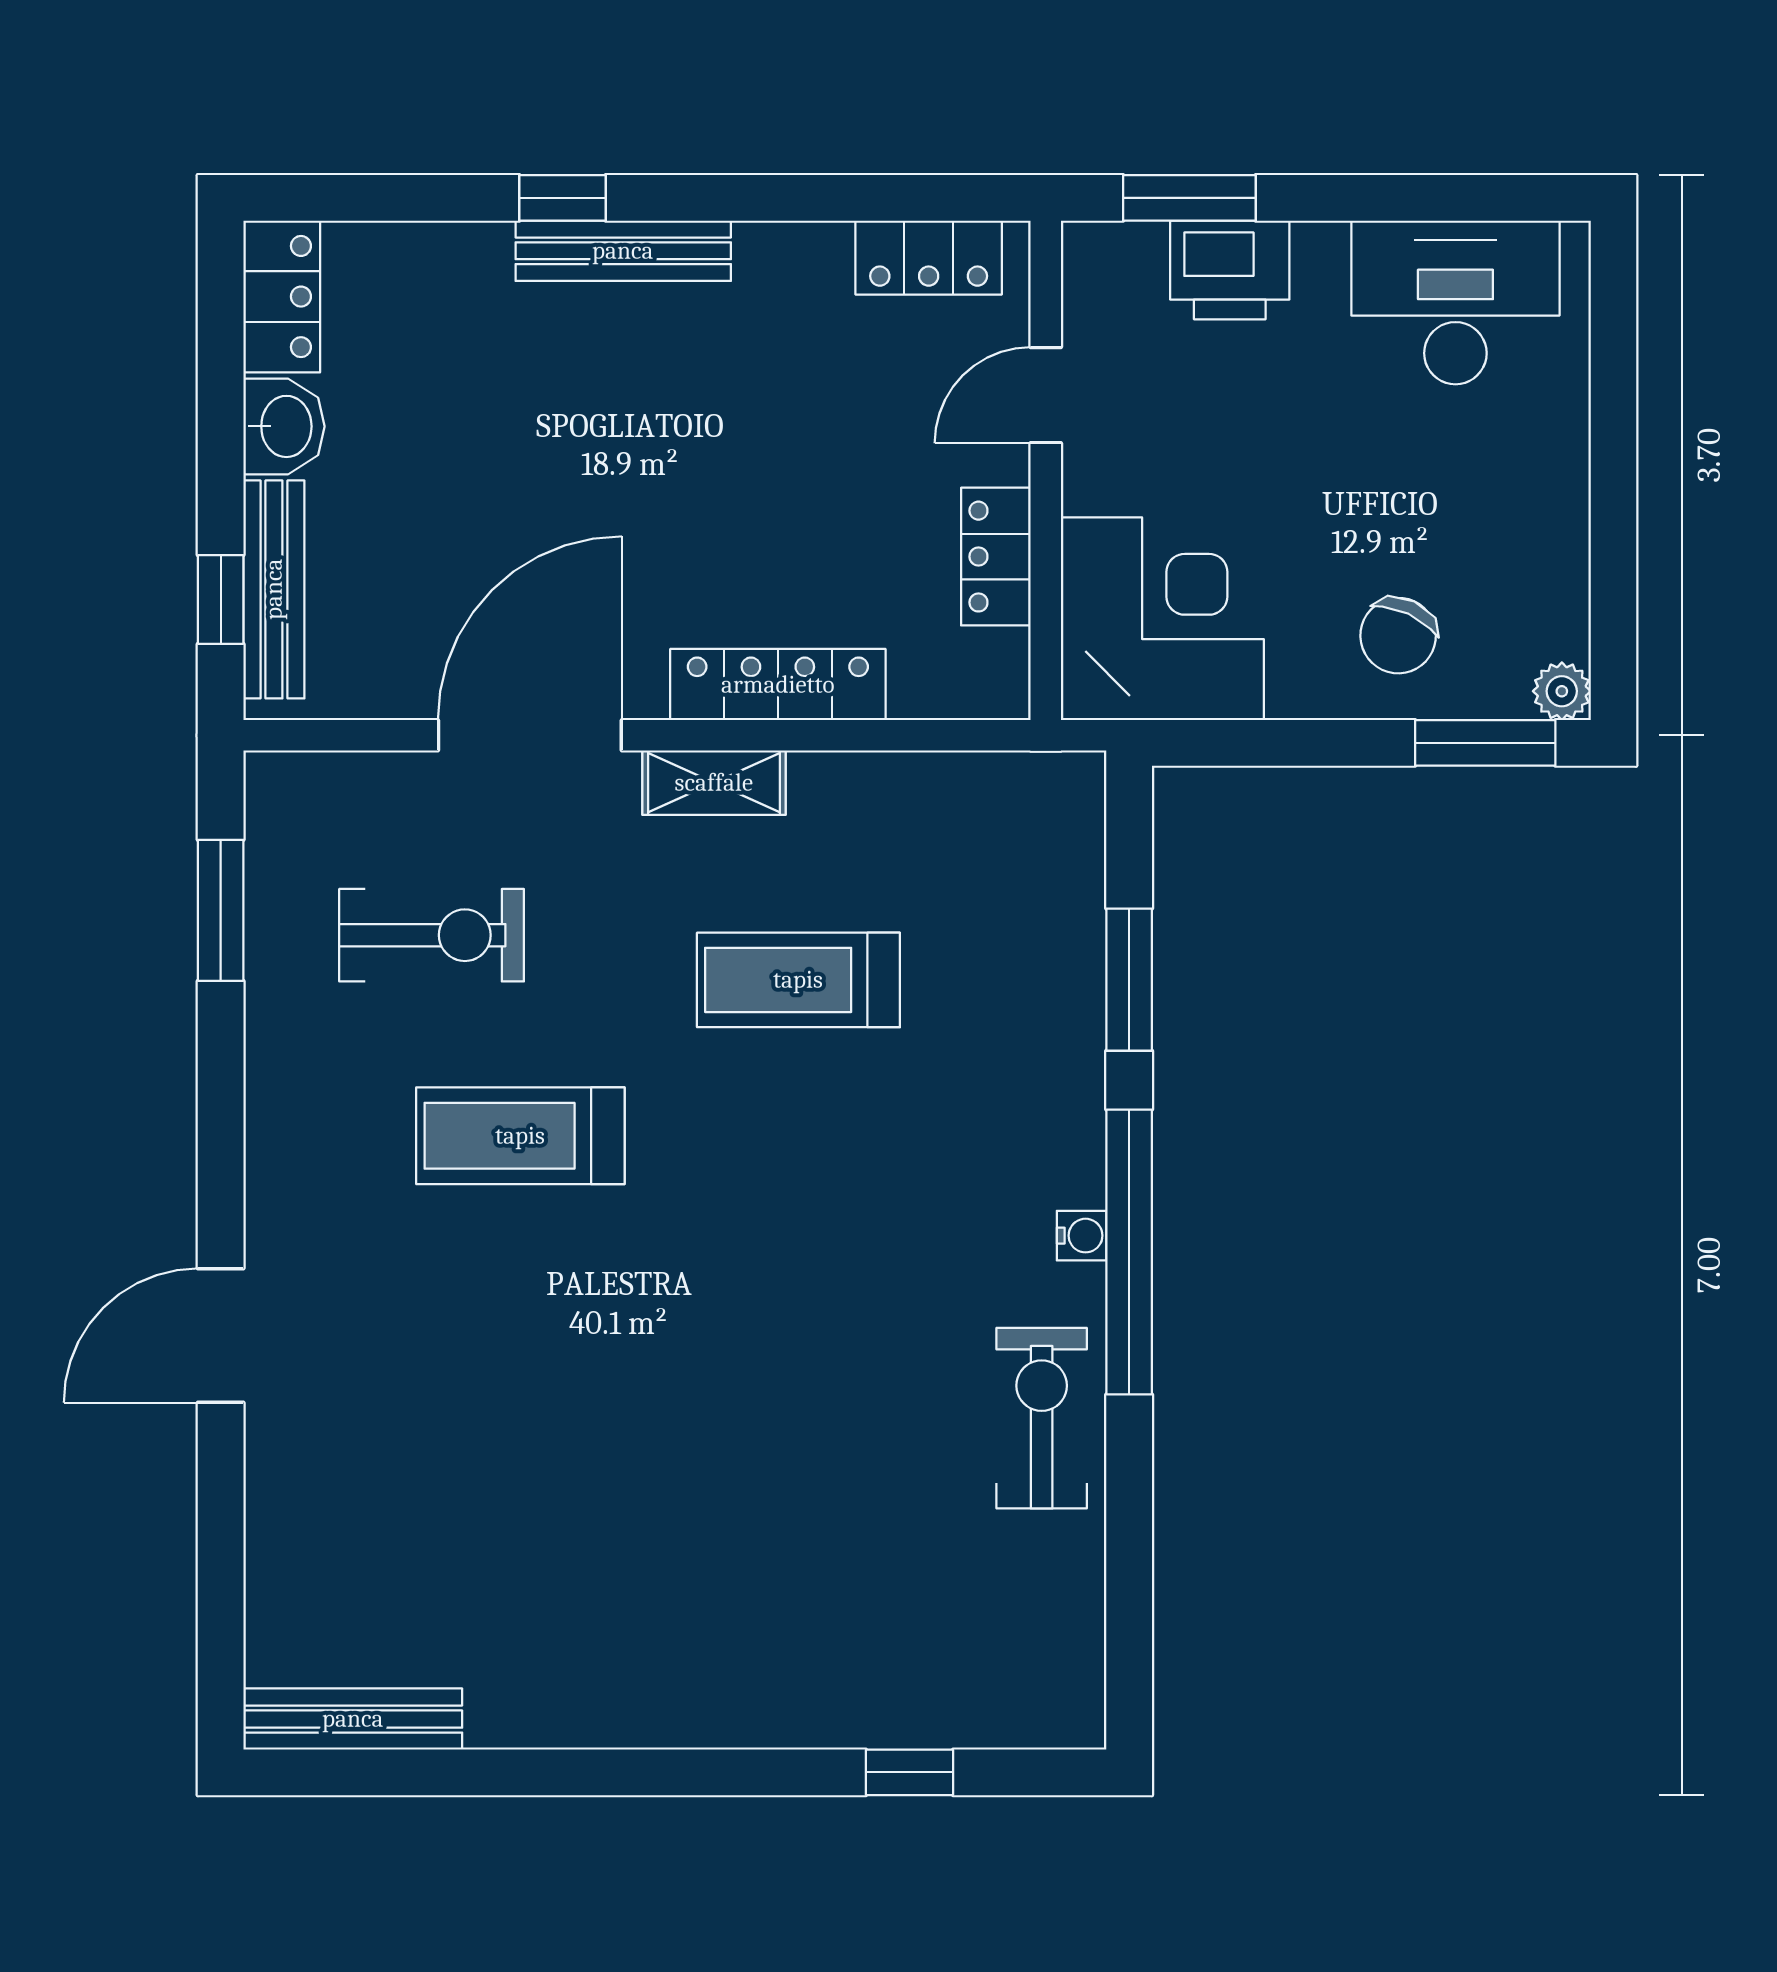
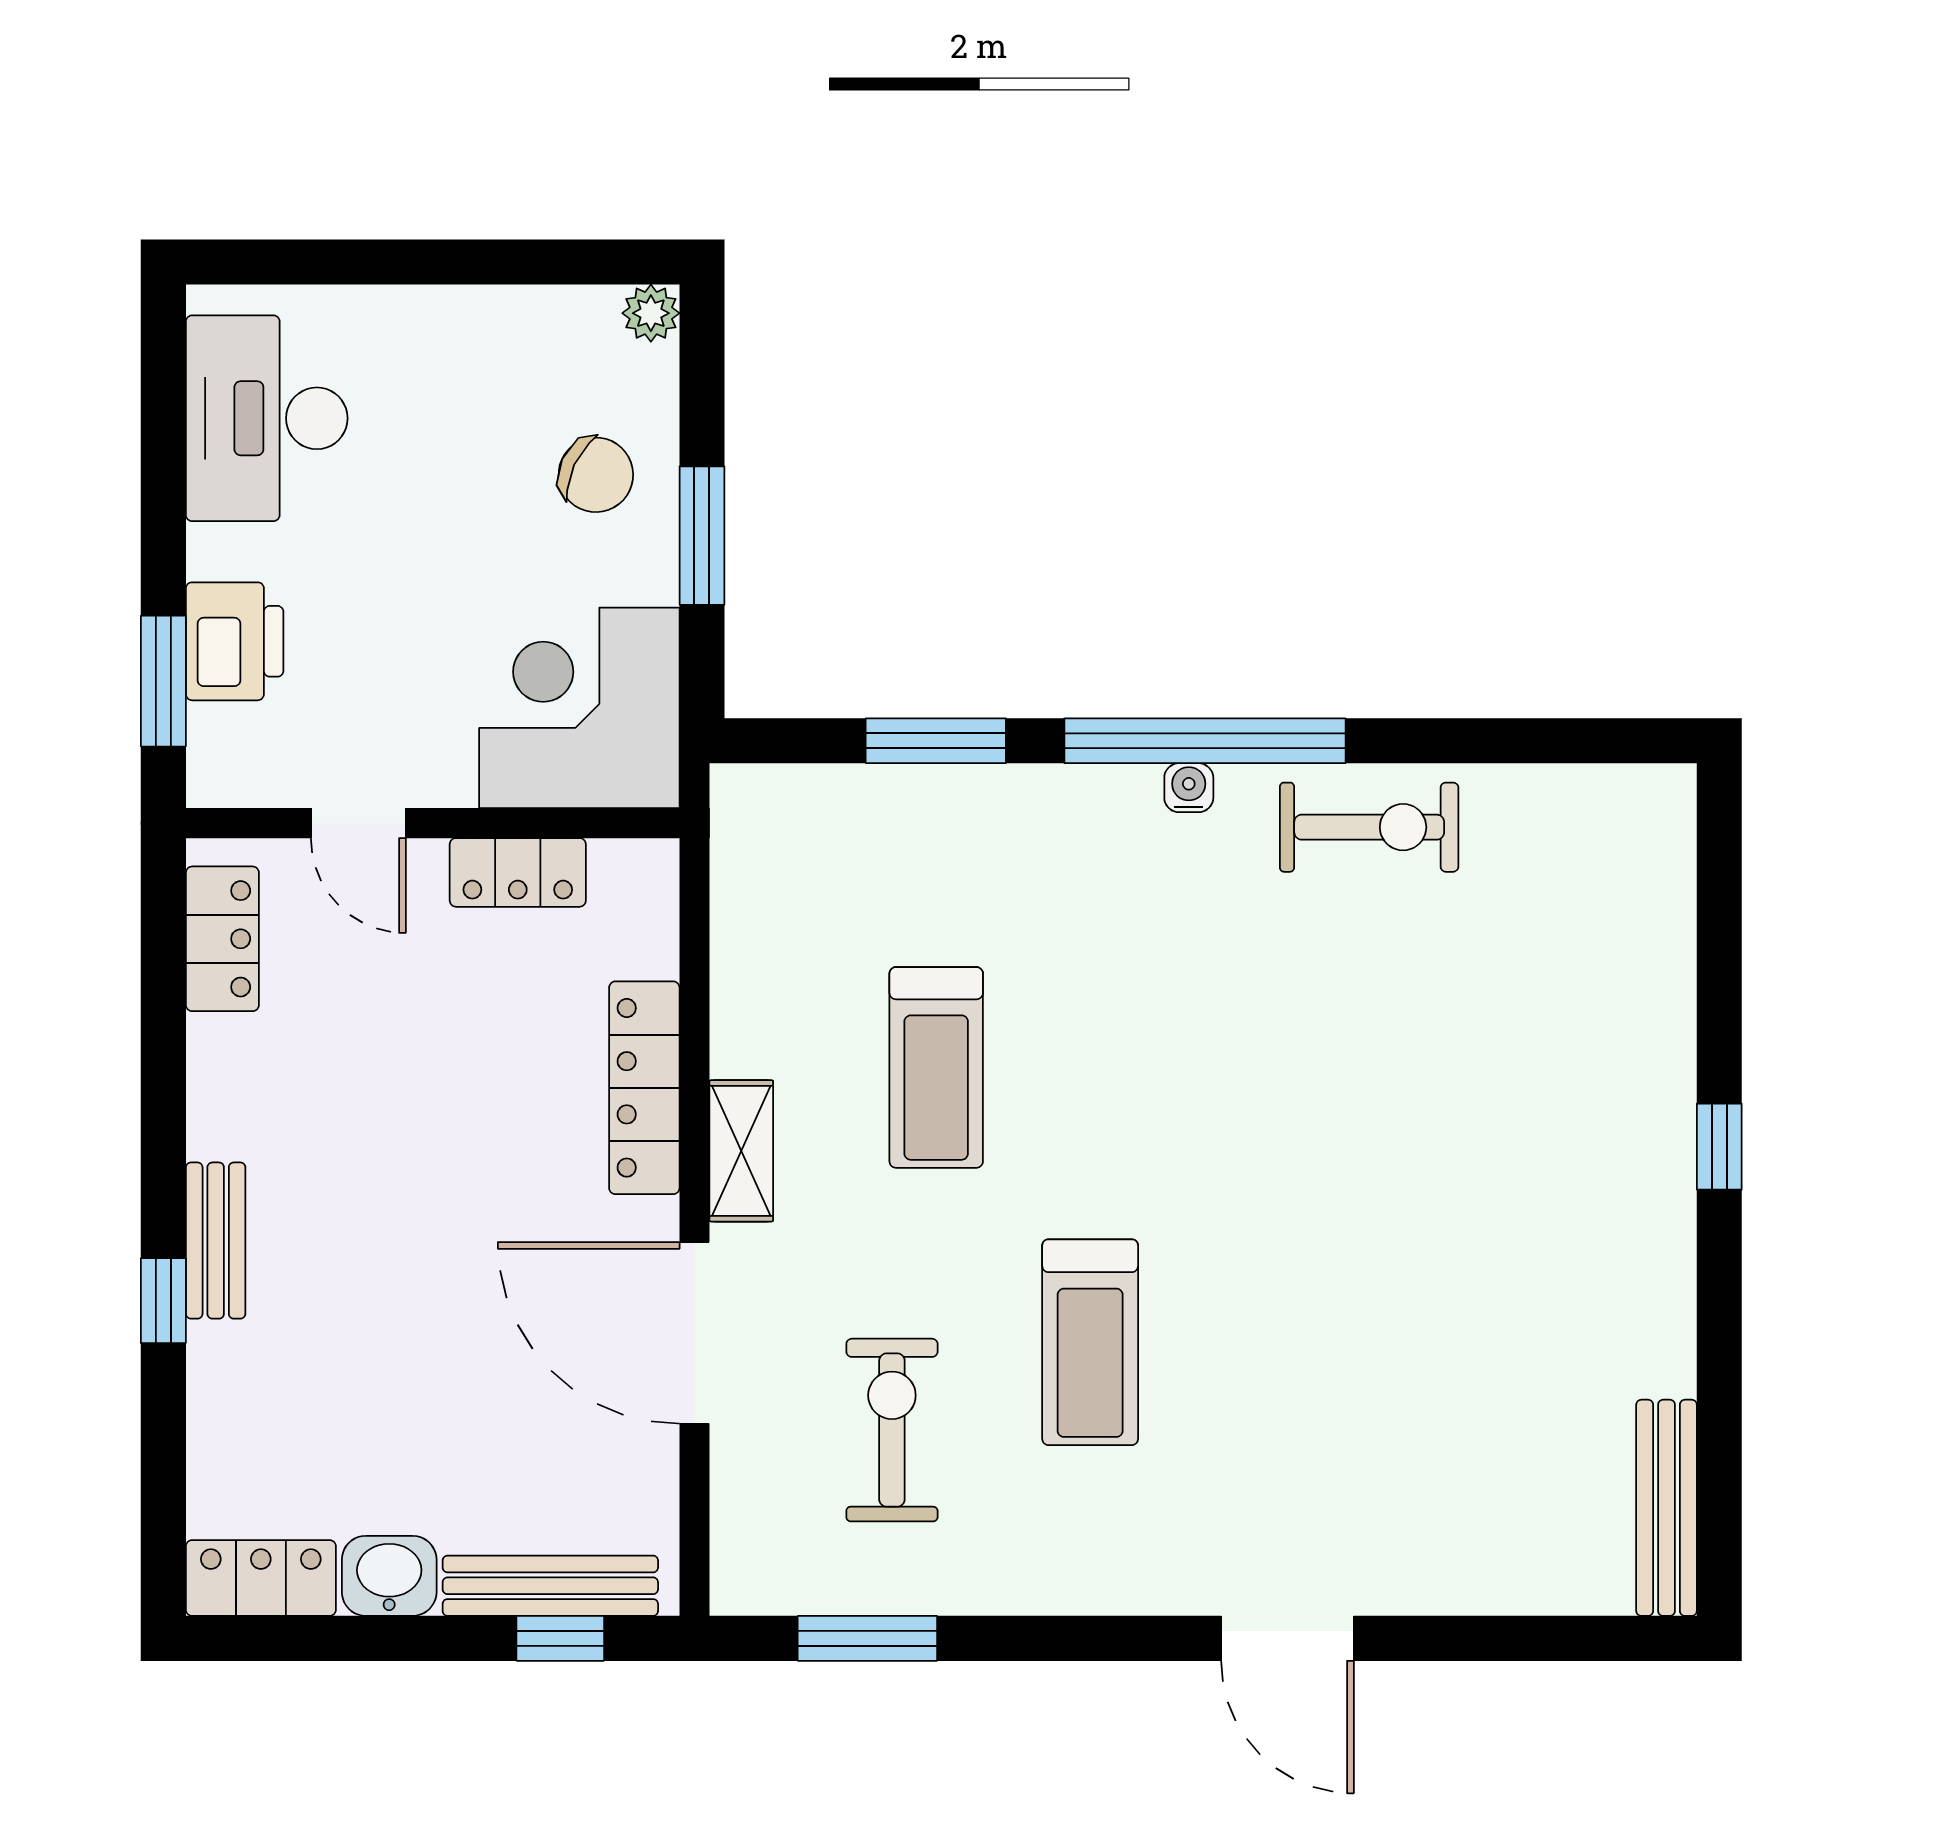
bench: (623, 251) -> (216, 1241), width x0.73
window: (1485, 743) -> (702, 536), moved
exercise bike: (1042, 1418) -> (1369, 827), turned 180
window: (909, 1772) -> (1719, 1147), moved

